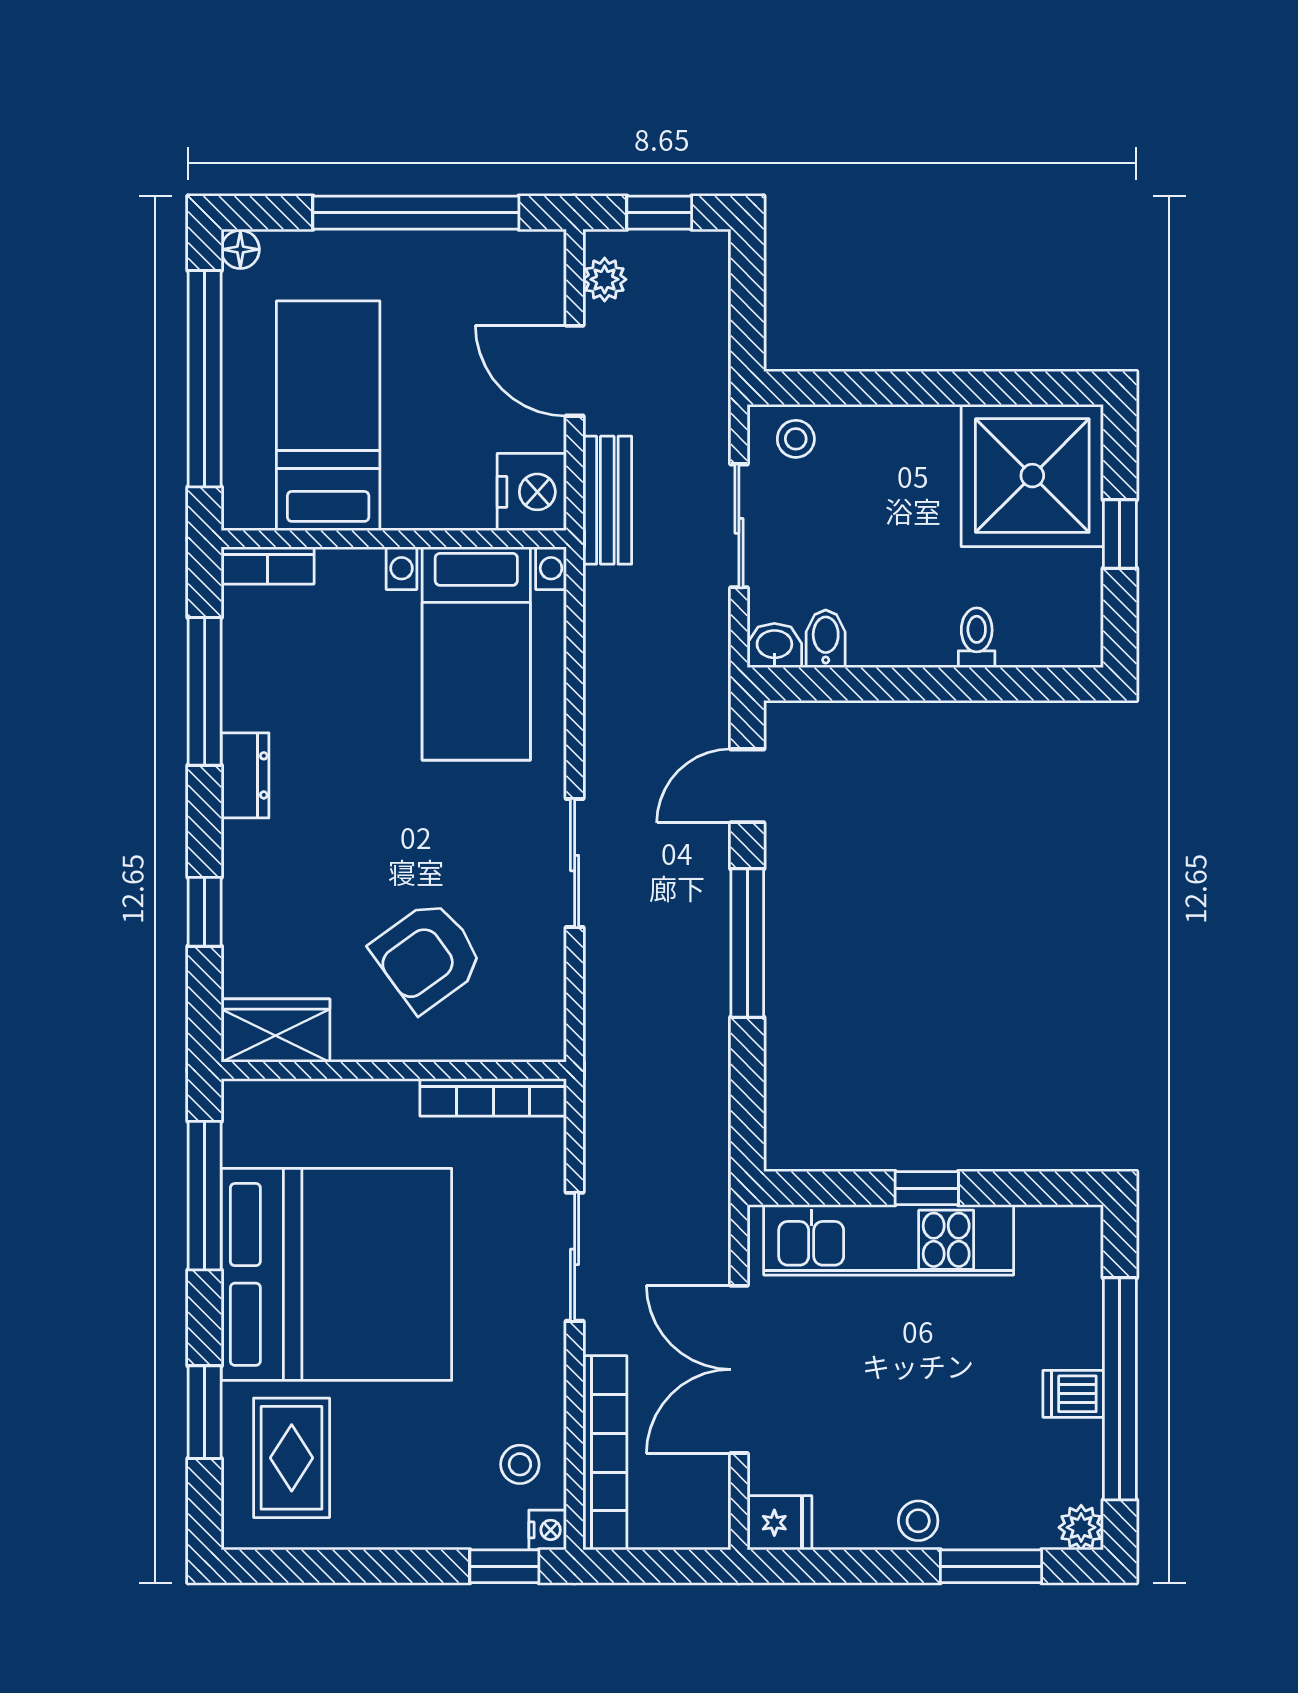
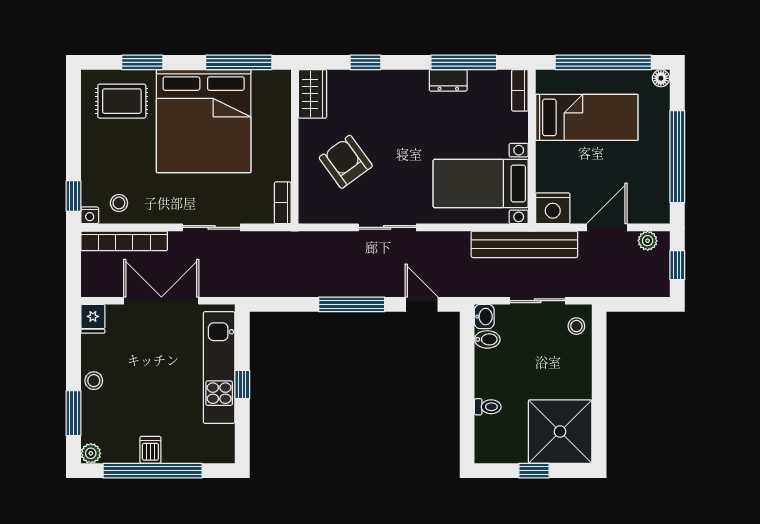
bench: (607, 500) -> (524, 244), width x1.86, depth x1.21
dresser: (245, 775) -> (448, 80), moved
bookcase: (493, 1097) -> (283, 203), width x0.64

